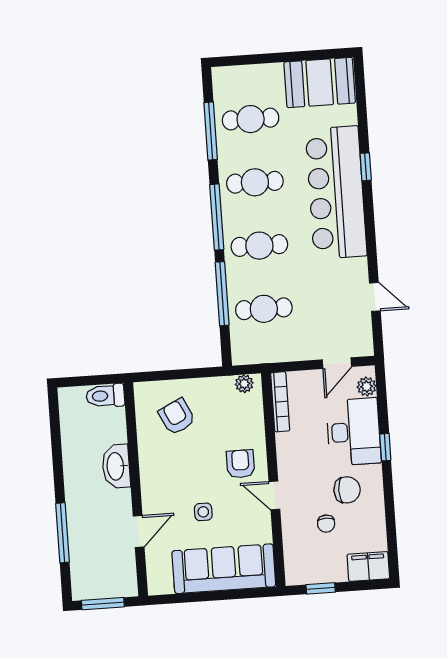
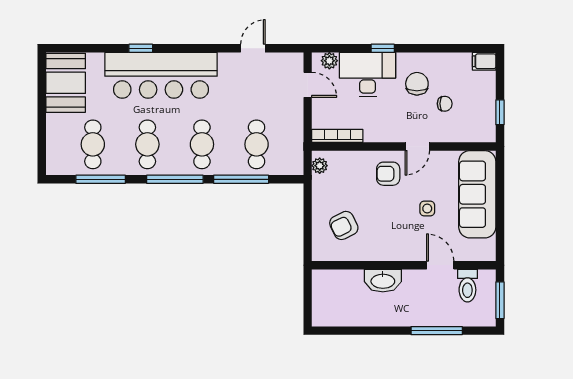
toilet: (105, 396) -> (467, 286), moved
filing cabinet: (368, 567) -> (484, 61), width x0.50

